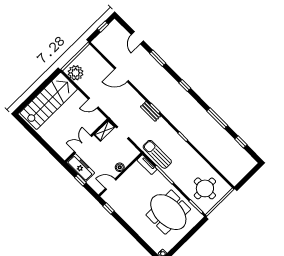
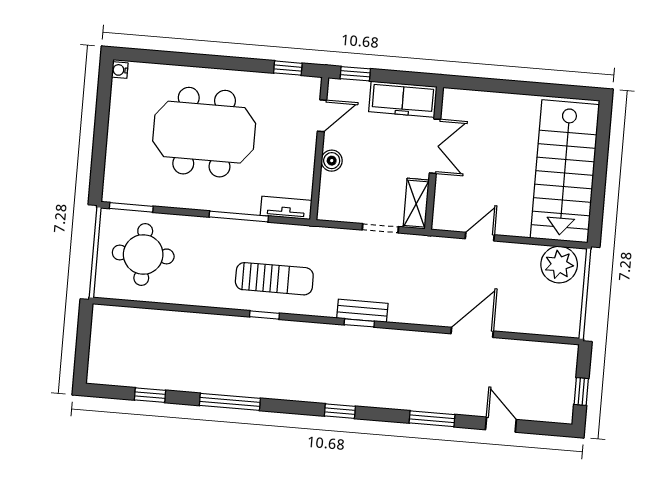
sun lounger: (157, 154) -> (274, 279), moved
window: (80, 180) -> (355, 74), moved
meeting table: (168, 212) -> (204, 132), moved

